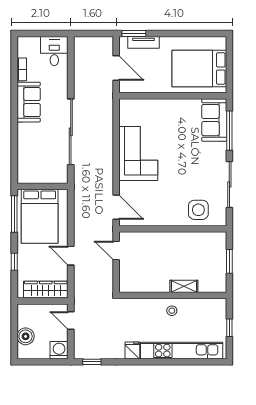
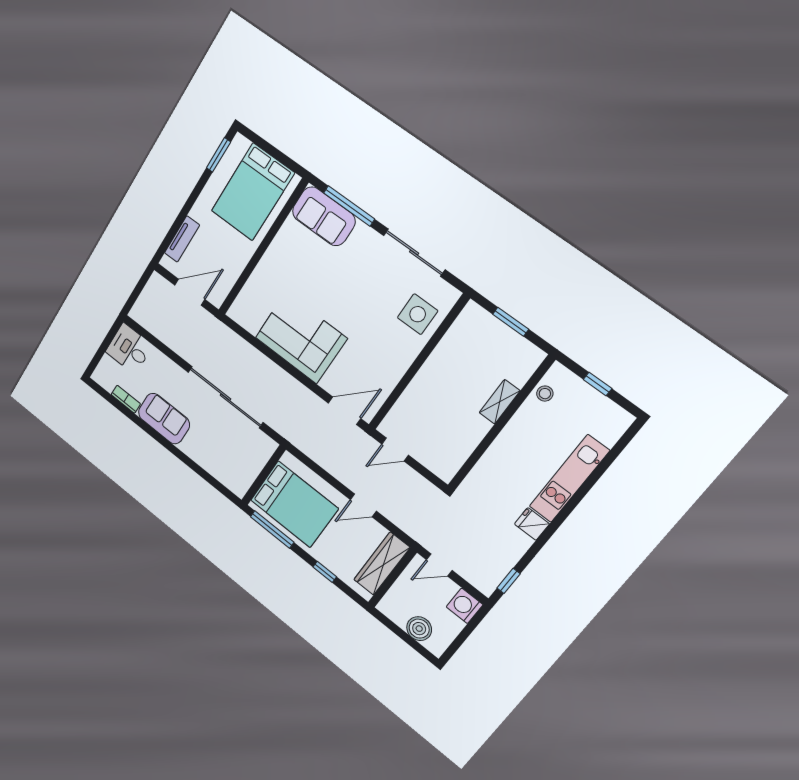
window: (134, 33) -> (219, 155), moved
stool: (172, 311) -> (545, 394), moved
kitchen unit: (182, 351) -> (569, 479), width x0.73

